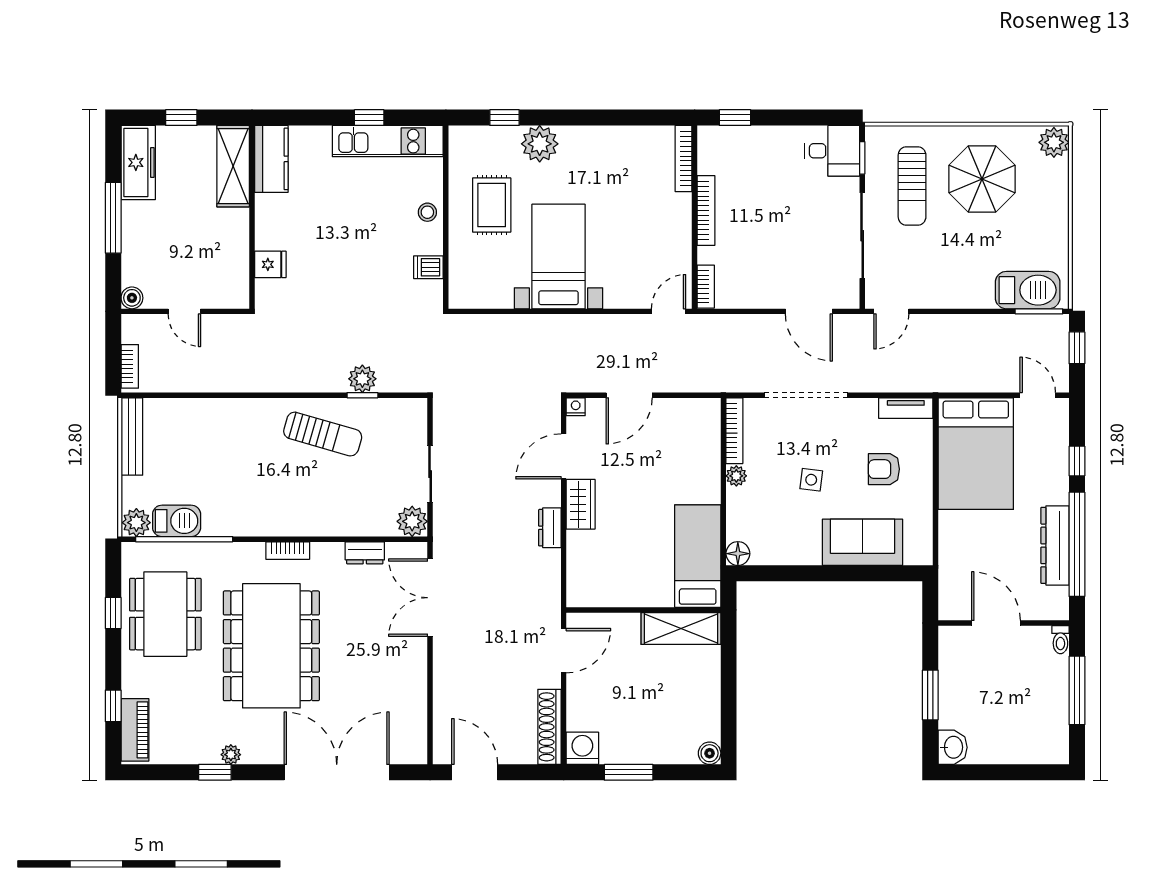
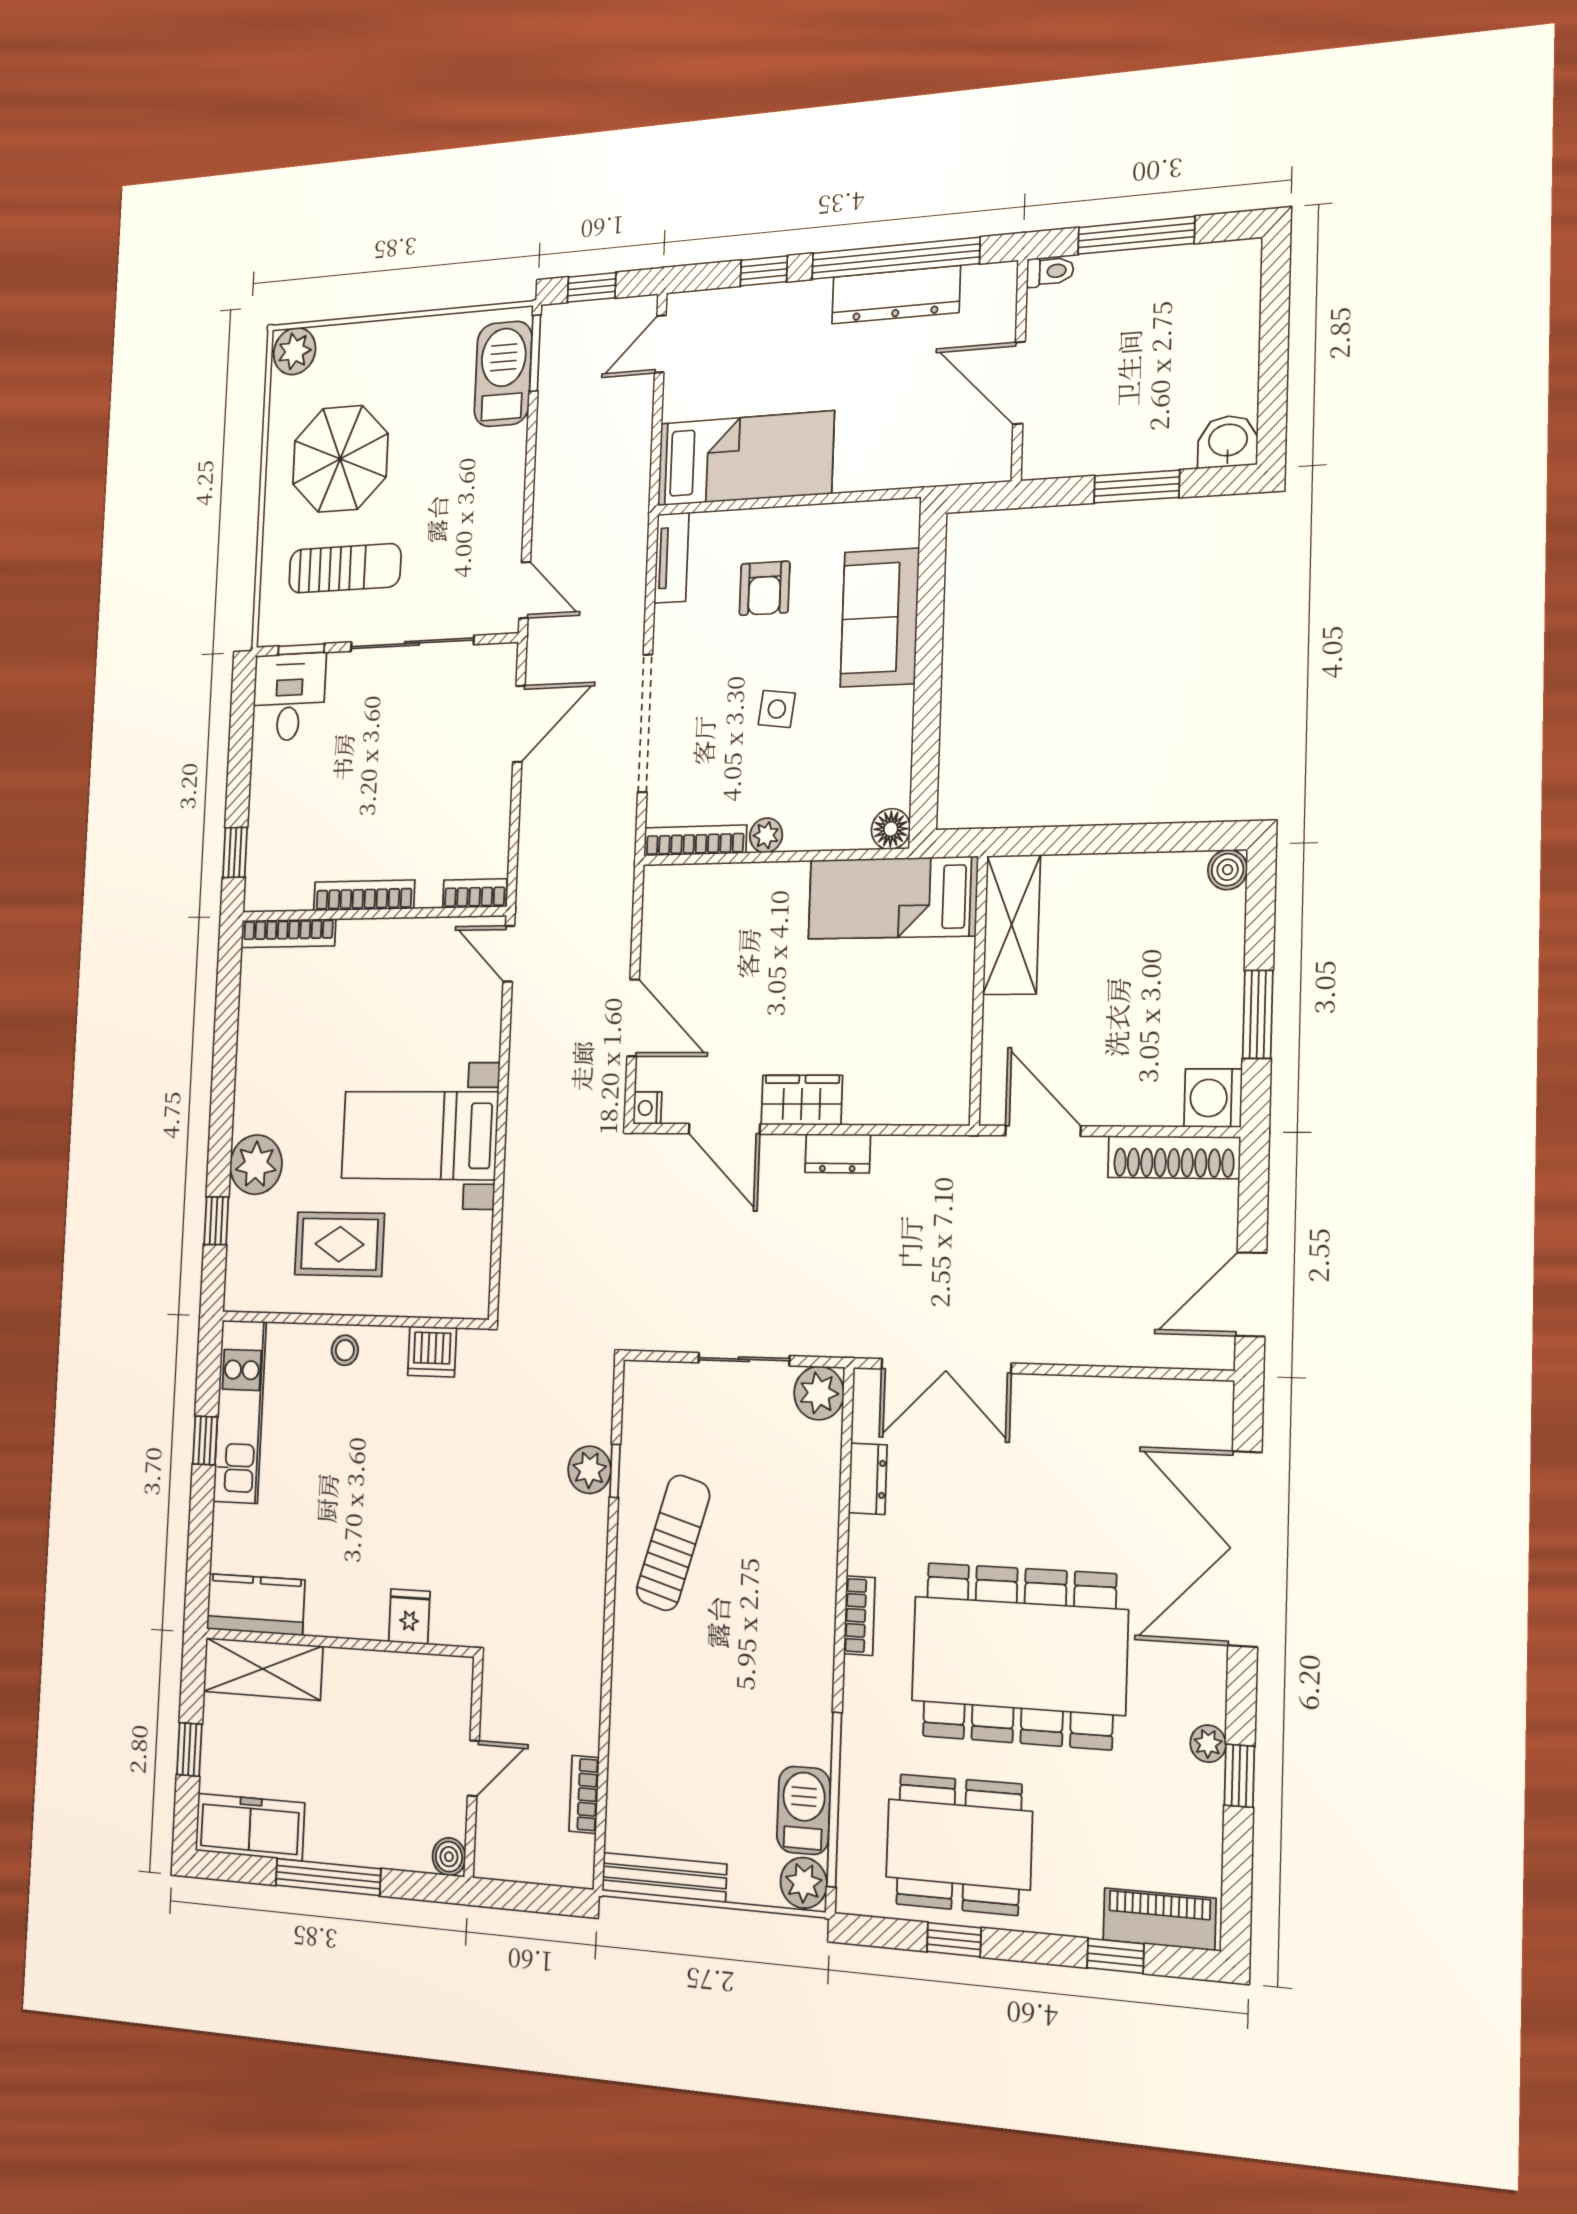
dishwasher: (428, 267) -> (432, 1352), width x1.38
bookcase: (130, 366) -> (584, 1794), moved, turned -90
bed: (976, 454) -> (745, 458), width x0.67
door: (996, 623) -> (1019, 383), hinge flipped

